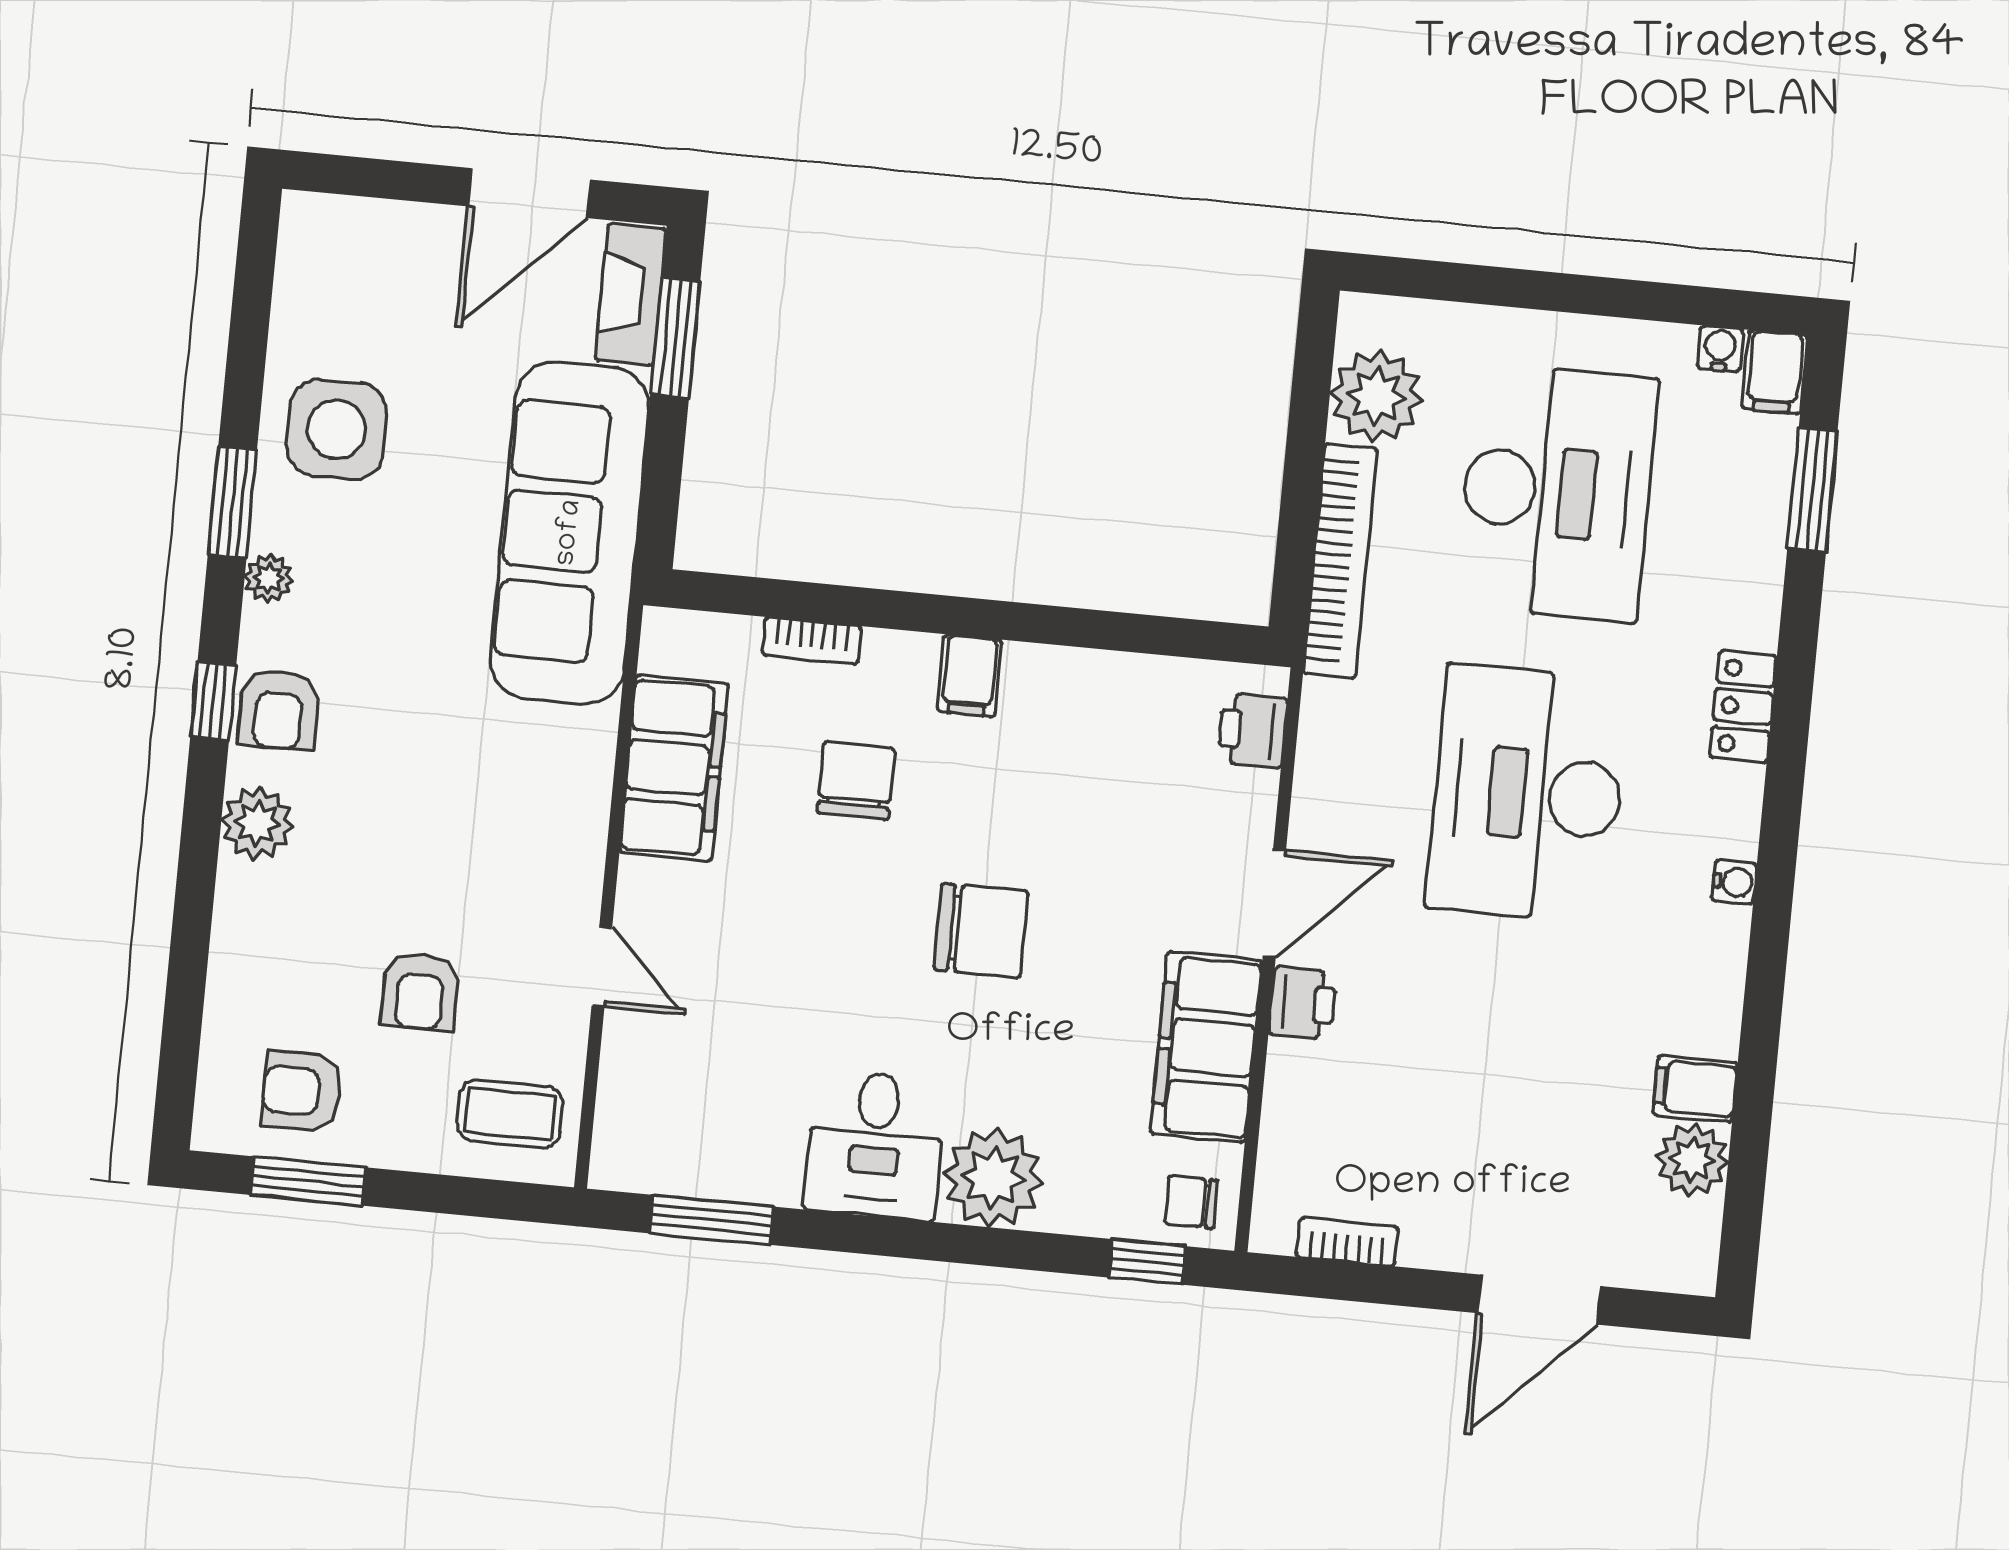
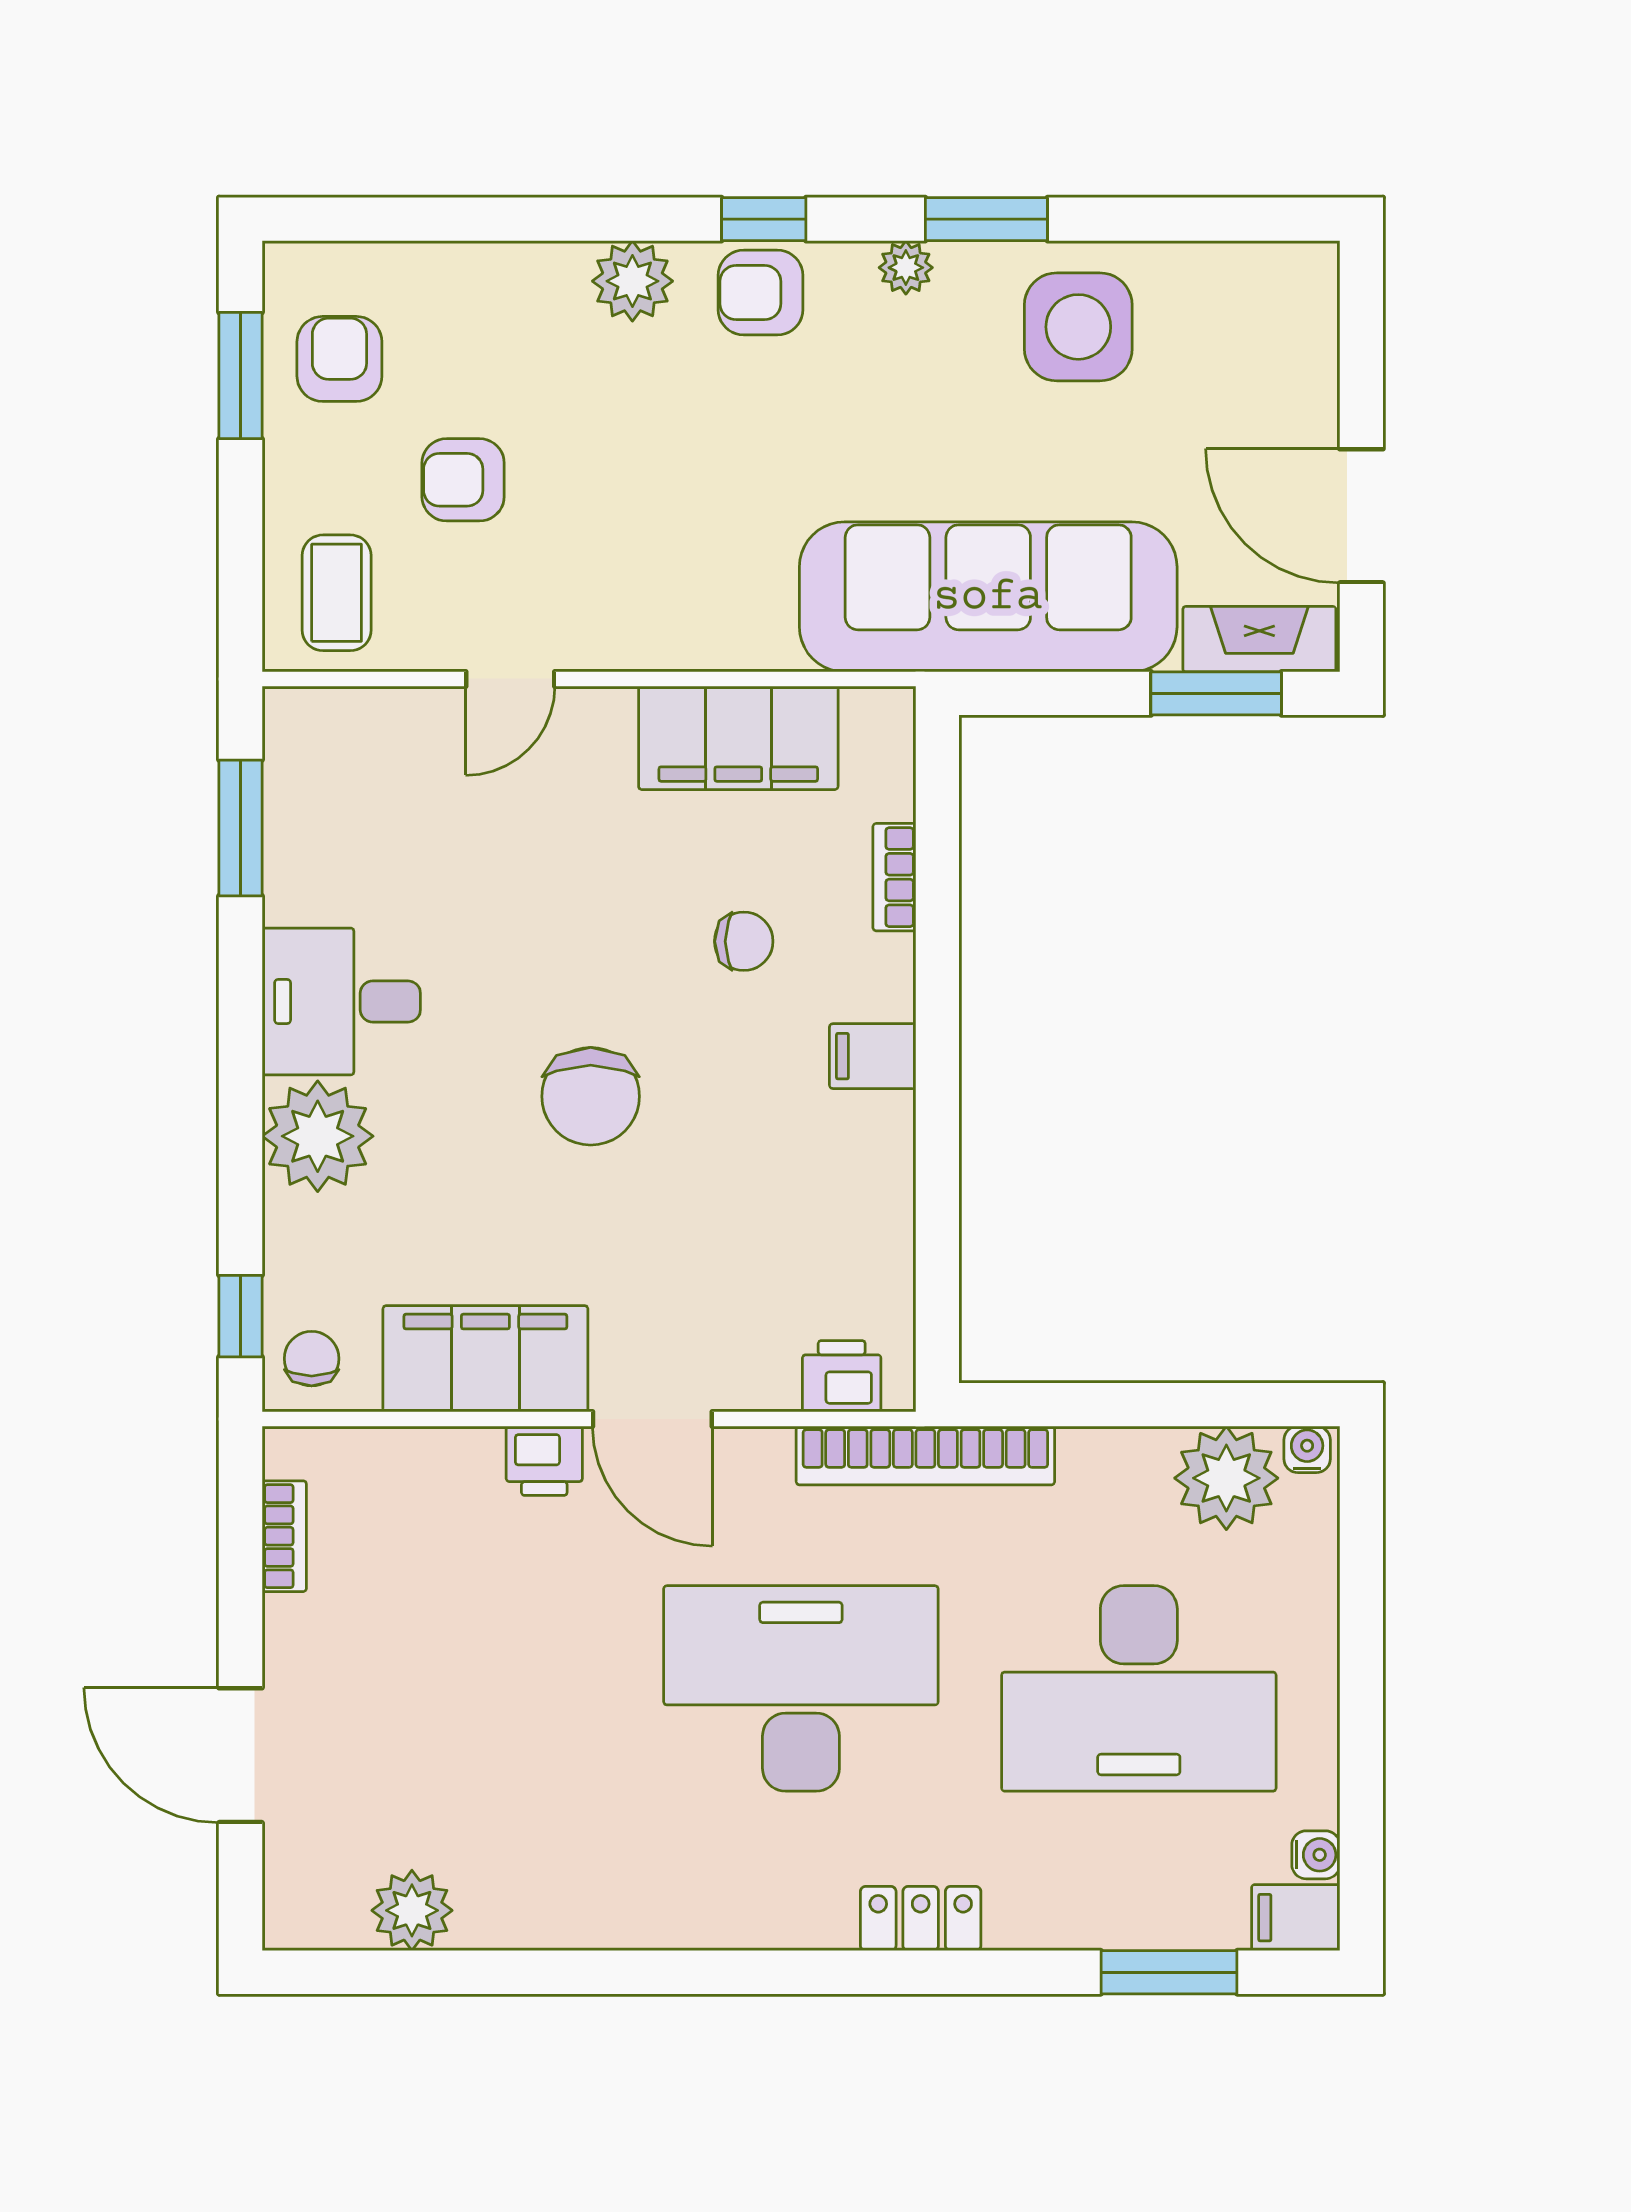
bookcase: (1340, 561) -> (925, 1456), moved
chair: (856, 781) -> (744, 941), width x0.73, depth x0.73
water cooler: (1734, 882) -> (1307, 1449), moved, turned 180
filing cabinet: (1695, 1089) -> (491, 1906), removed

